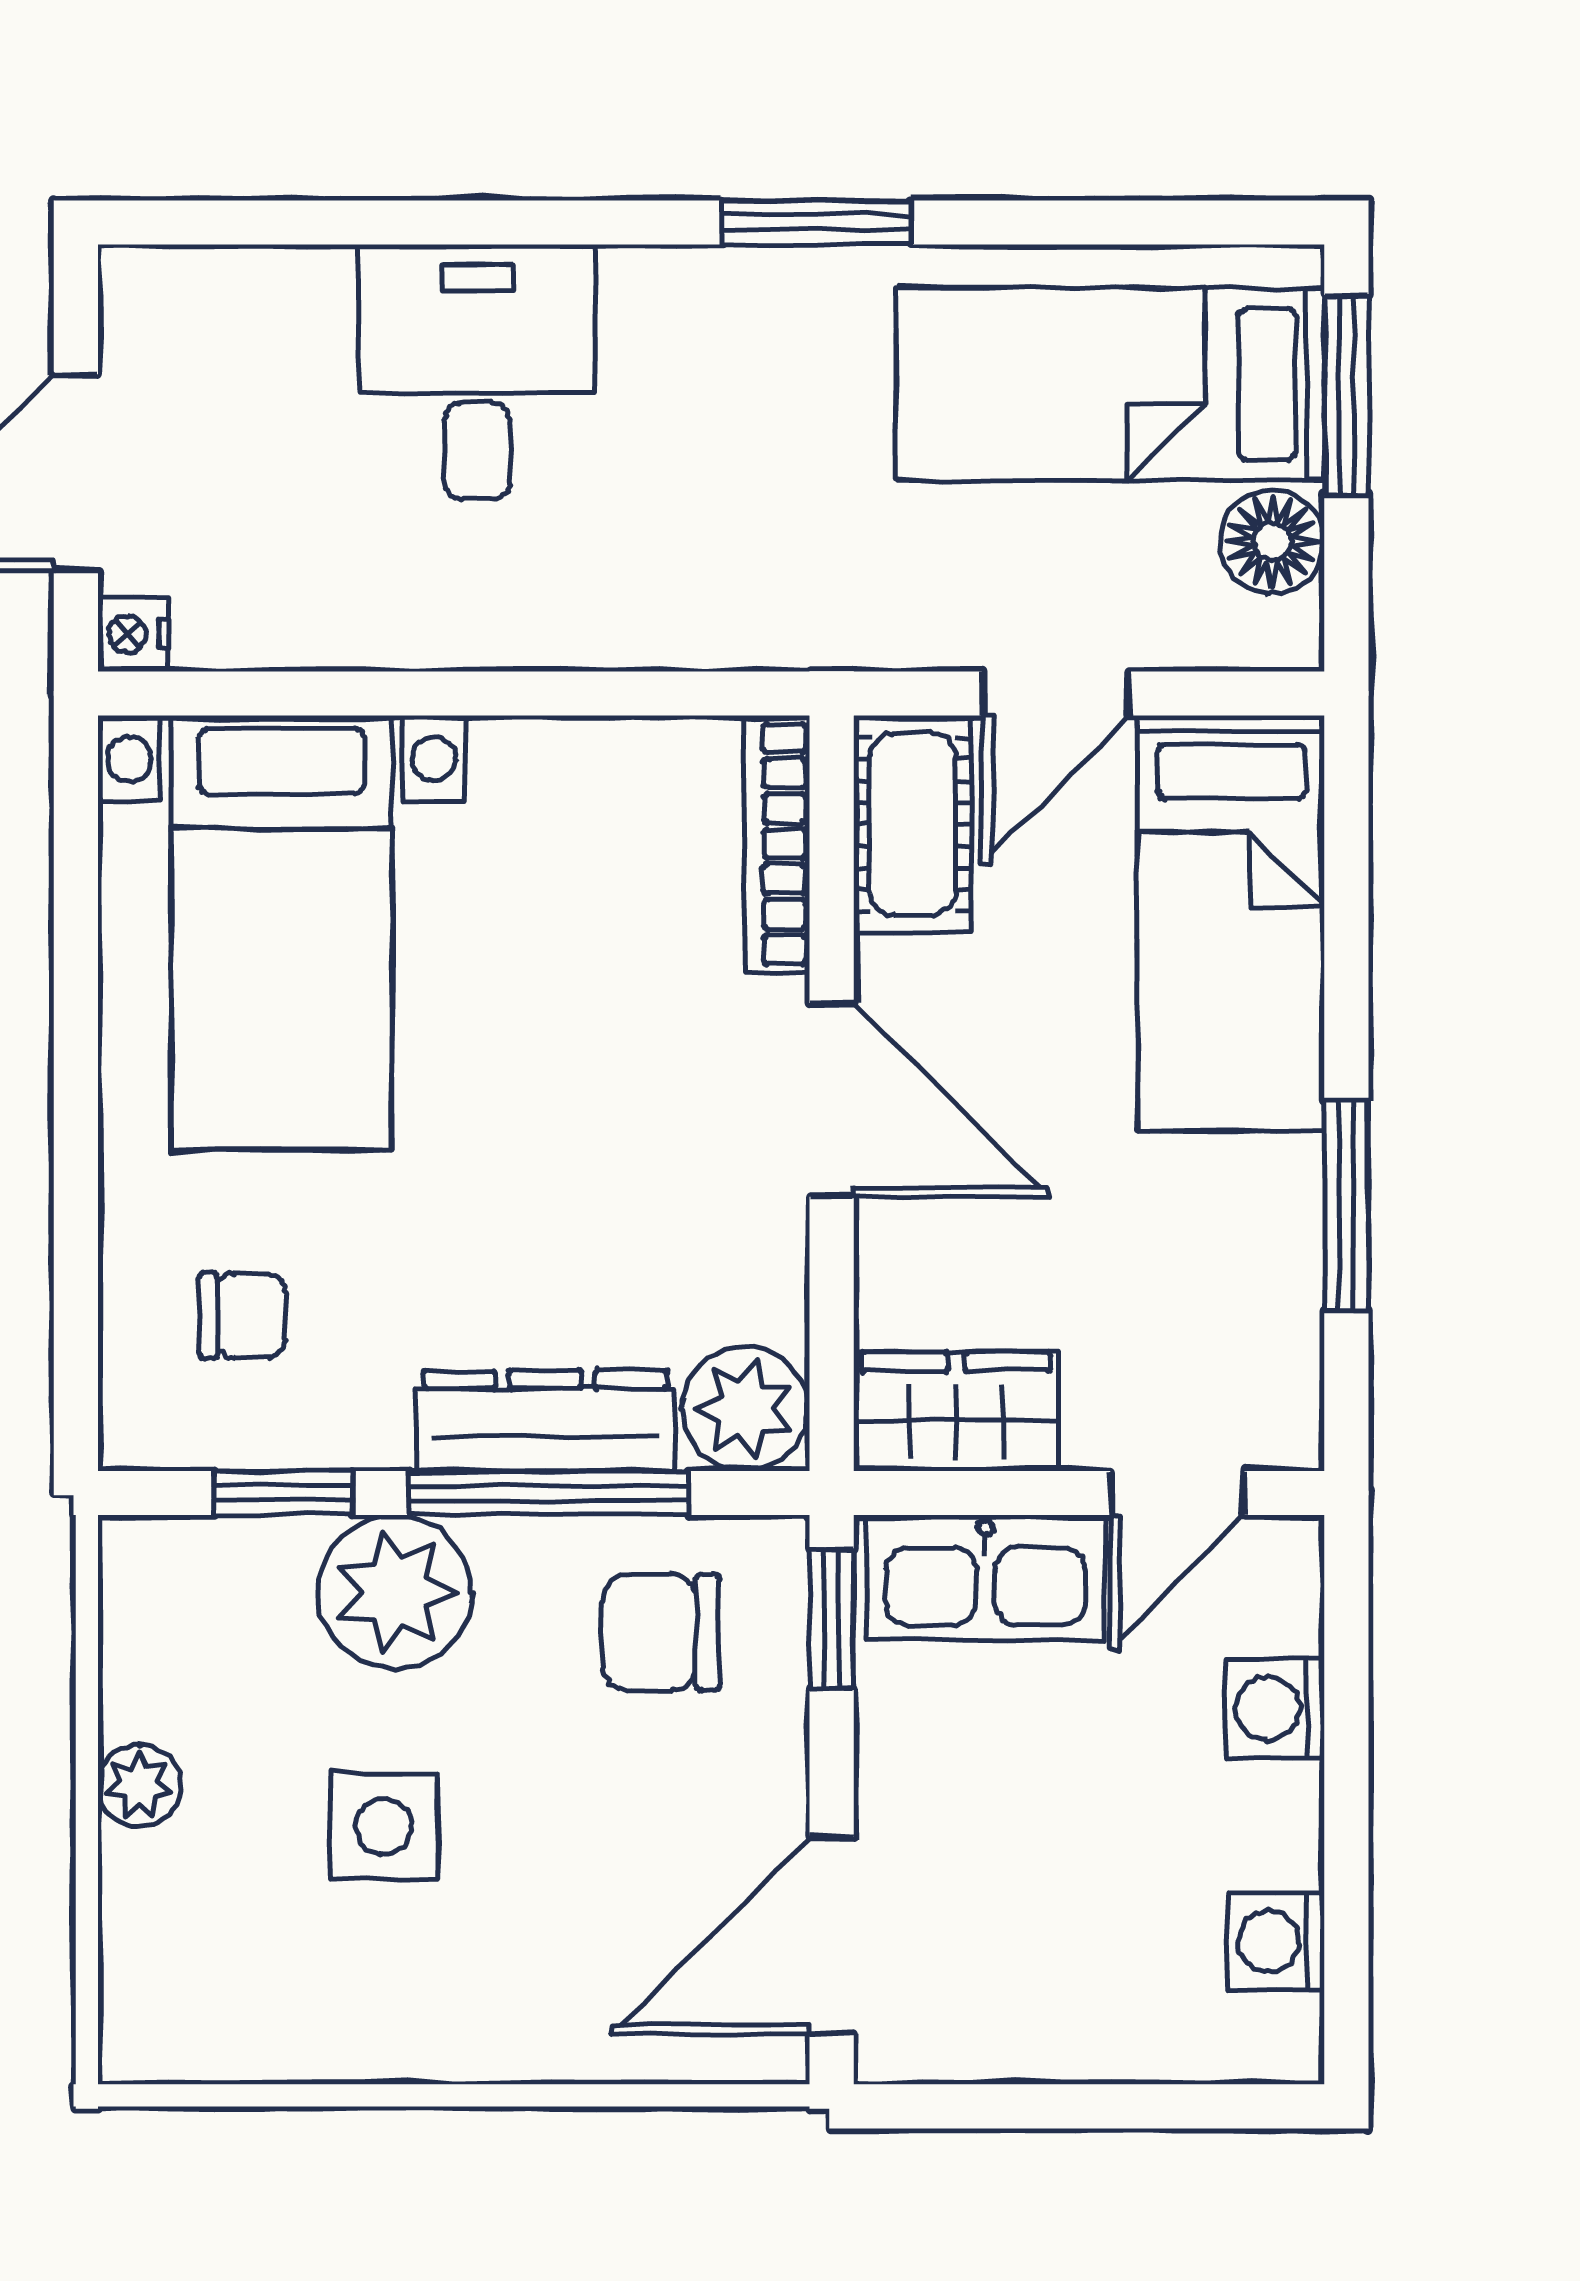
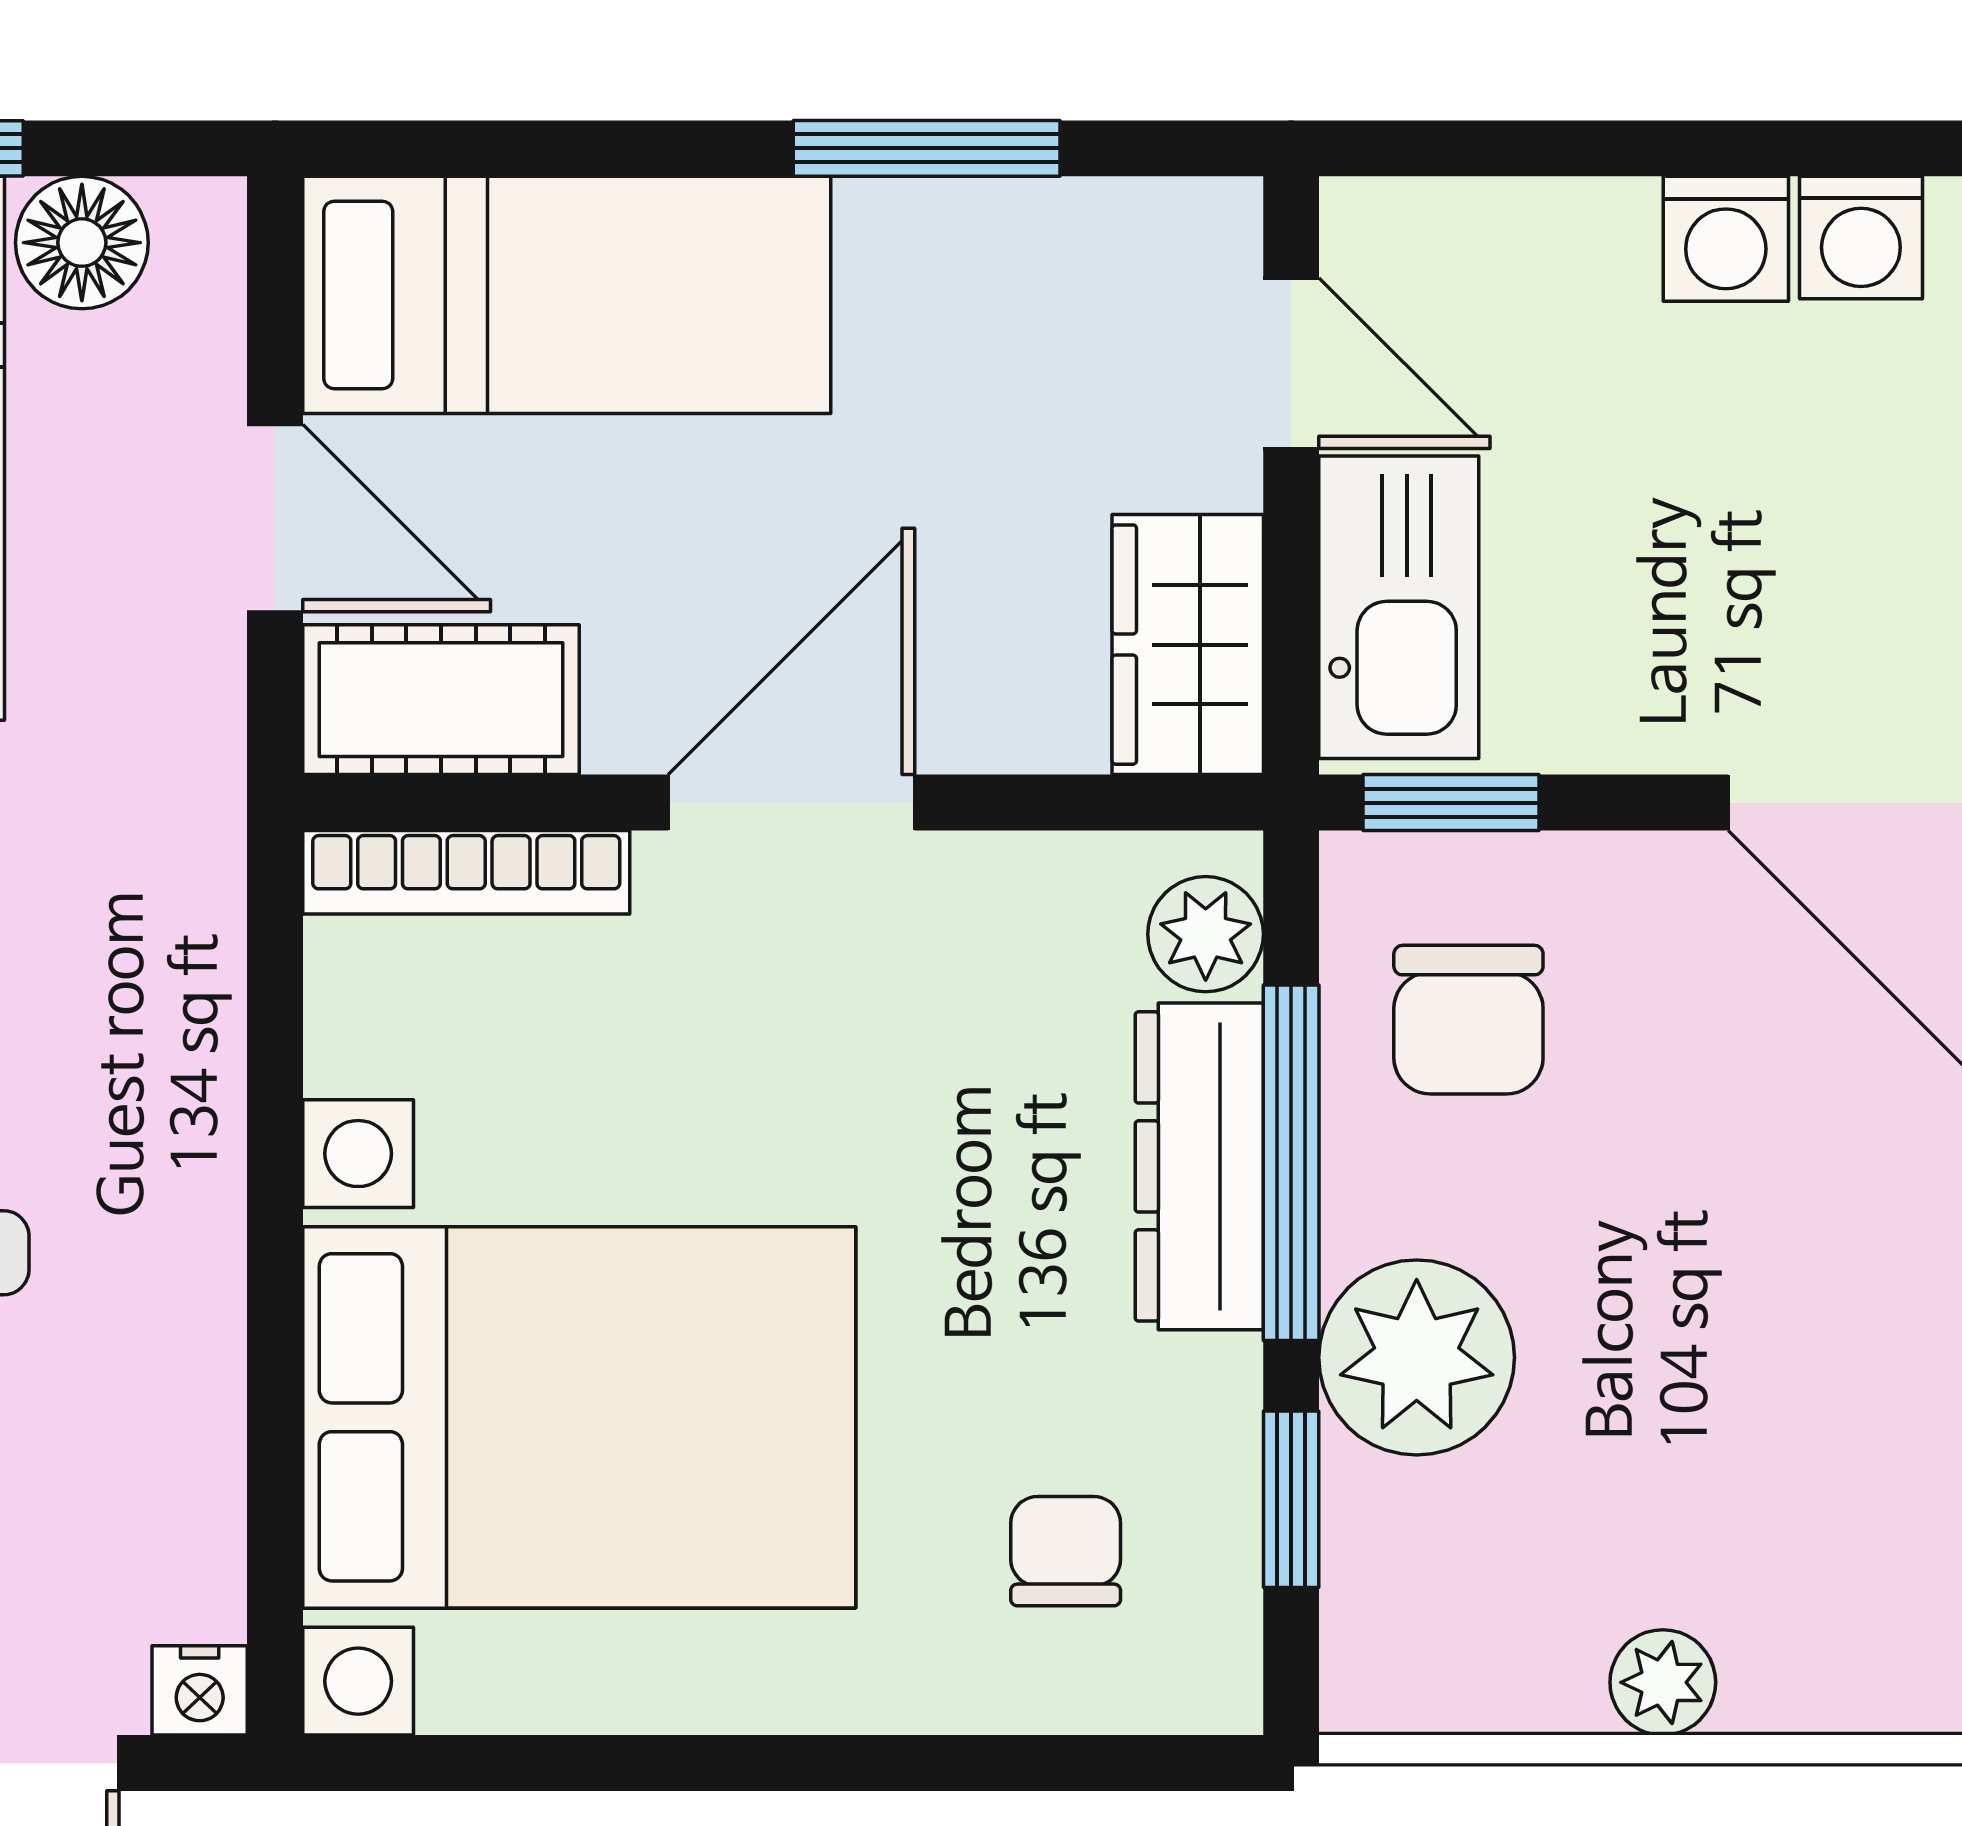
bed with nightstands: (282, 933) -> (579, 1417), width x1.36
plant: (745, 1409) -> (1206, 934), width x0.73, depth x0.73
washing machine: (1275, 1708) -> (1726, 239), moved
side table: (384, 1826) -> (1715, 1371), removed

